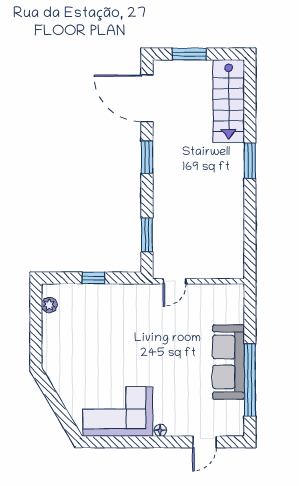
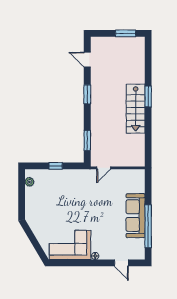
window: (189, 54) -> (126, 33), moved
door: (147, 98) -> (87, 60), width x0.53
stairs: (229, 101) -> (136, 109), moved
door: (204, 442) -> (121, 263), hinge flipped

